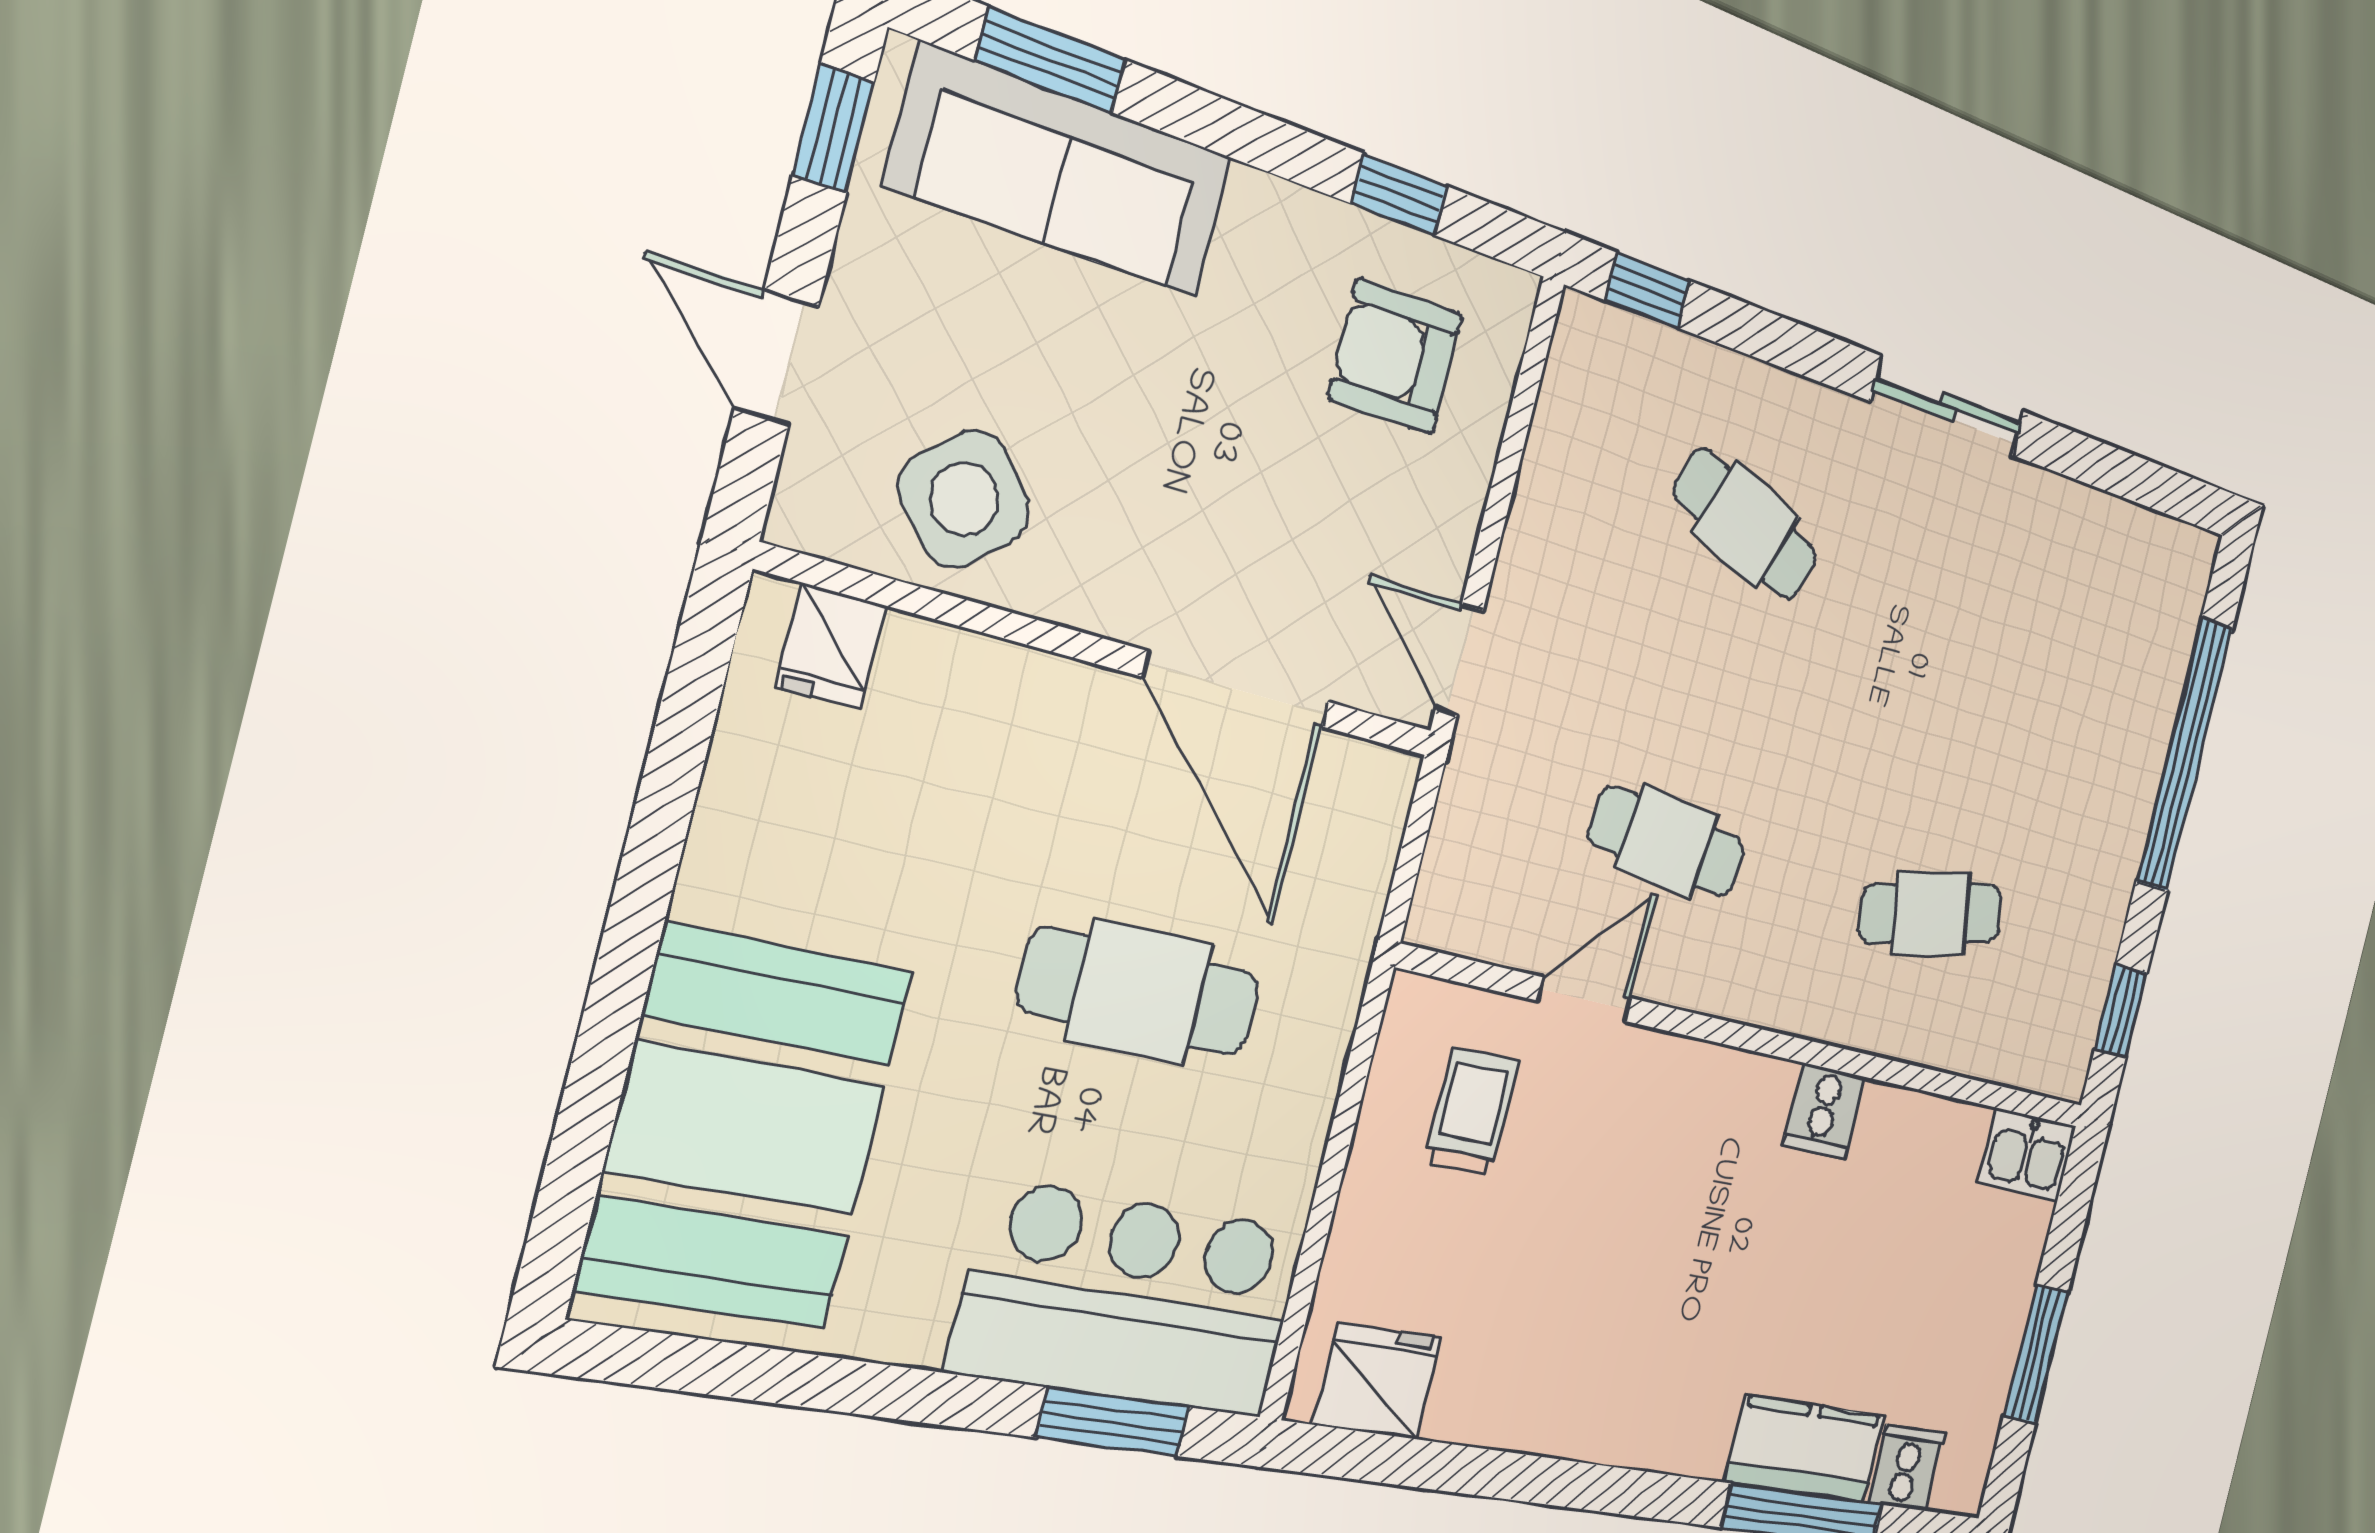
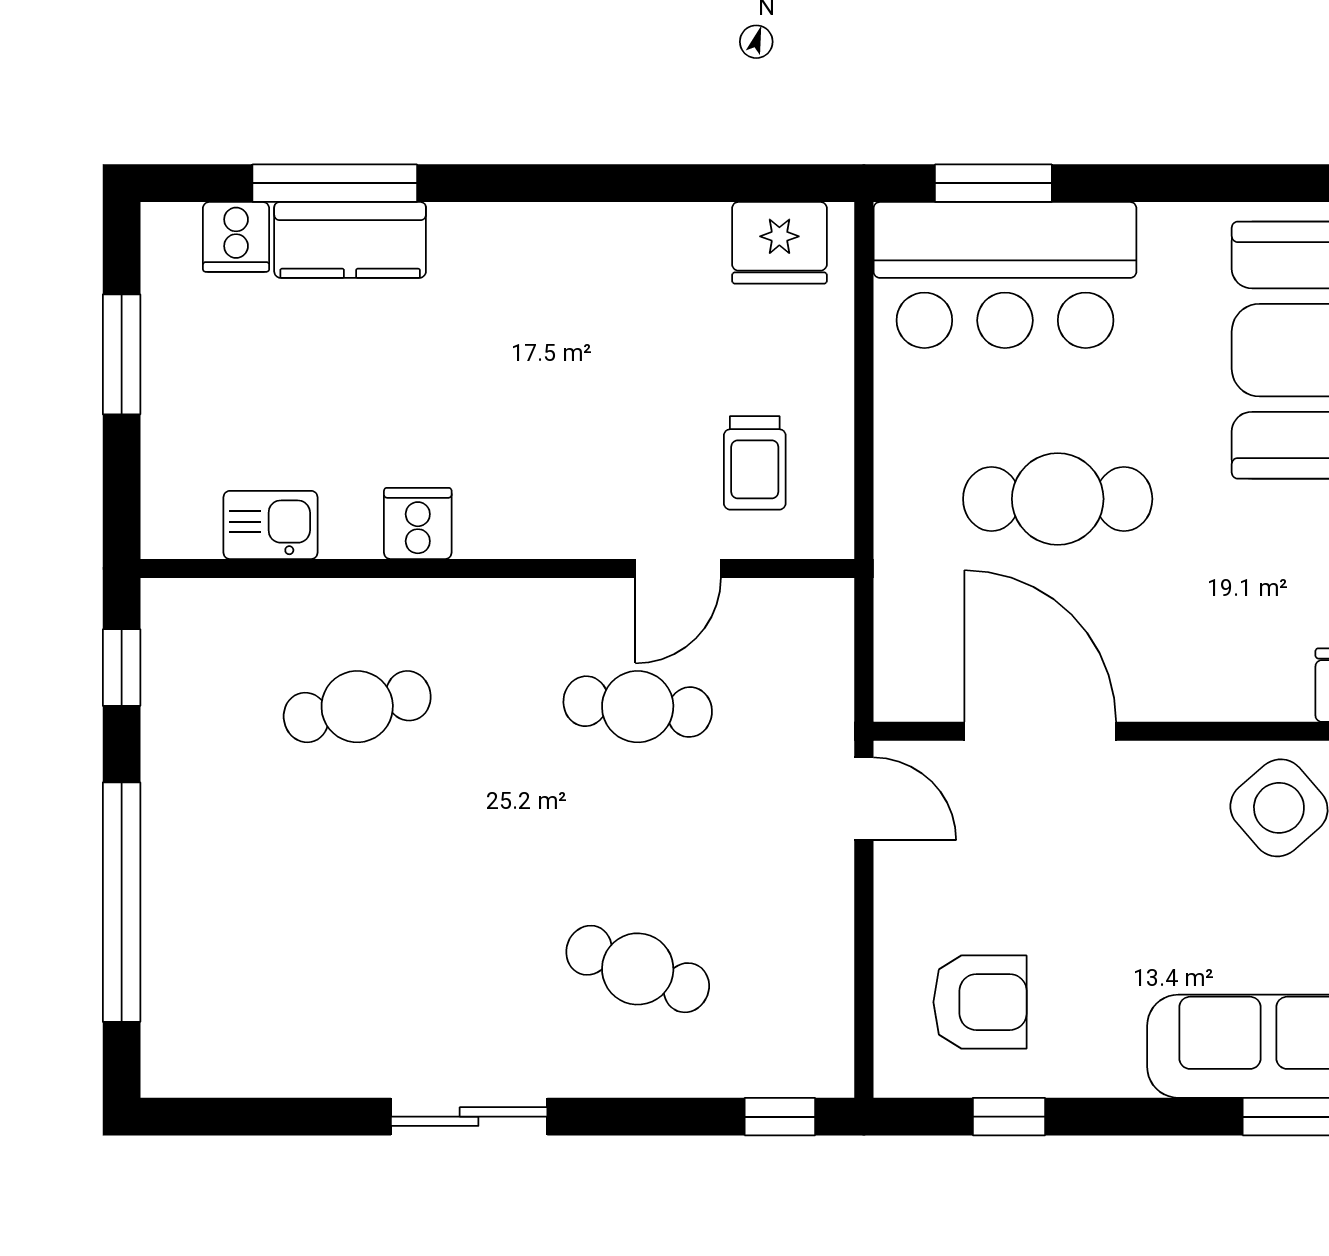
kitchen sink: (2027, 1155) -> (270, 525), moved

